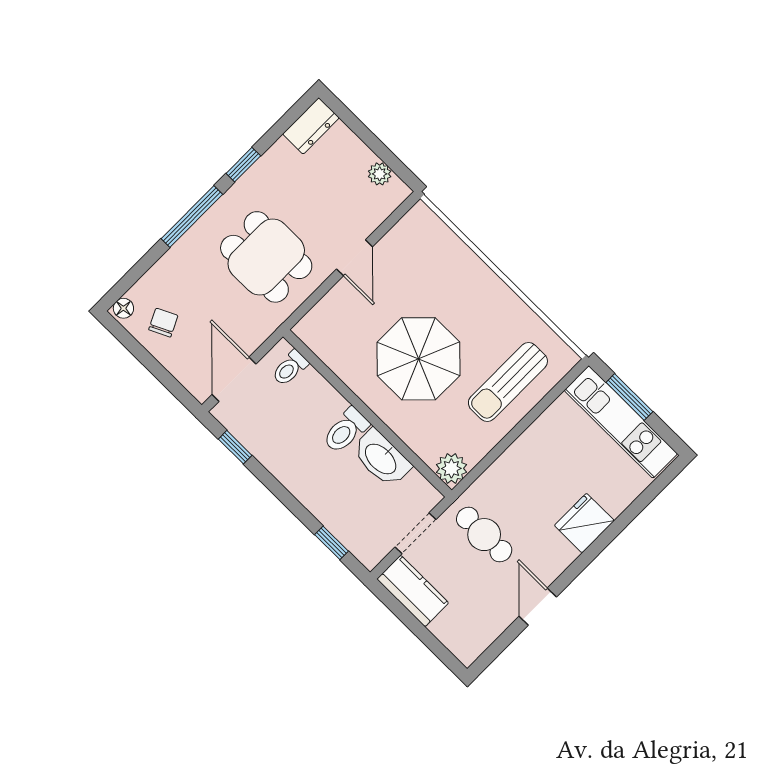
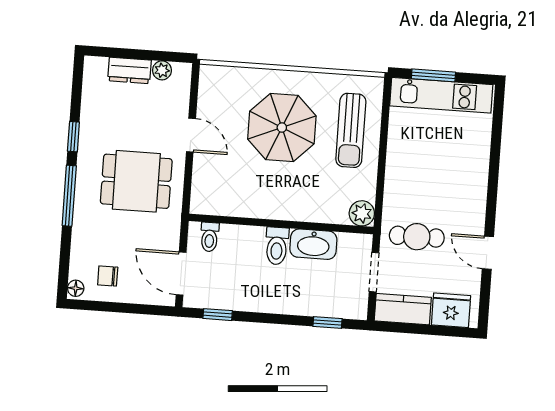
dresser: (311, 126) -> (129, 70), moved, turned 90
chair: (163, 323) -> (108, 276), turned -64
parasol: (418, 359) -> (282, 128), moved
fridge: (584, 523) -> (451, 310), moved, turned 90

